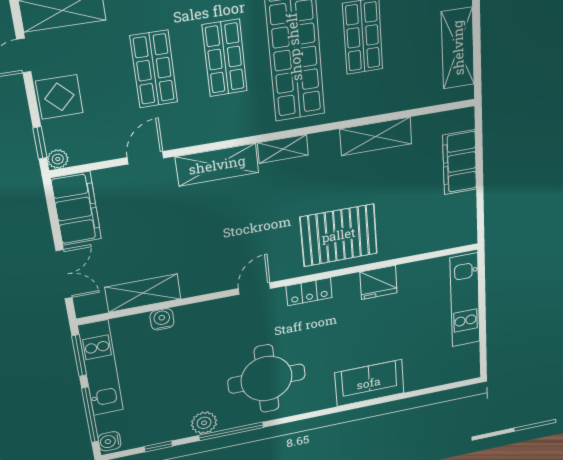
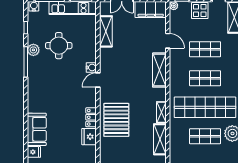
shelving: (283, 149) -> (161, 112), moved
door: (254, 288) -> (98, 80), swing flipped
locker: (309, 292) -> (91, 117), moved
water cooler: (162, 319) -> (91, 68), moved
round table: (267, 379) -> (59, 46), moved, width x0.73, depth x0.73
fridge: (416, 379) -> (34, 152), added

